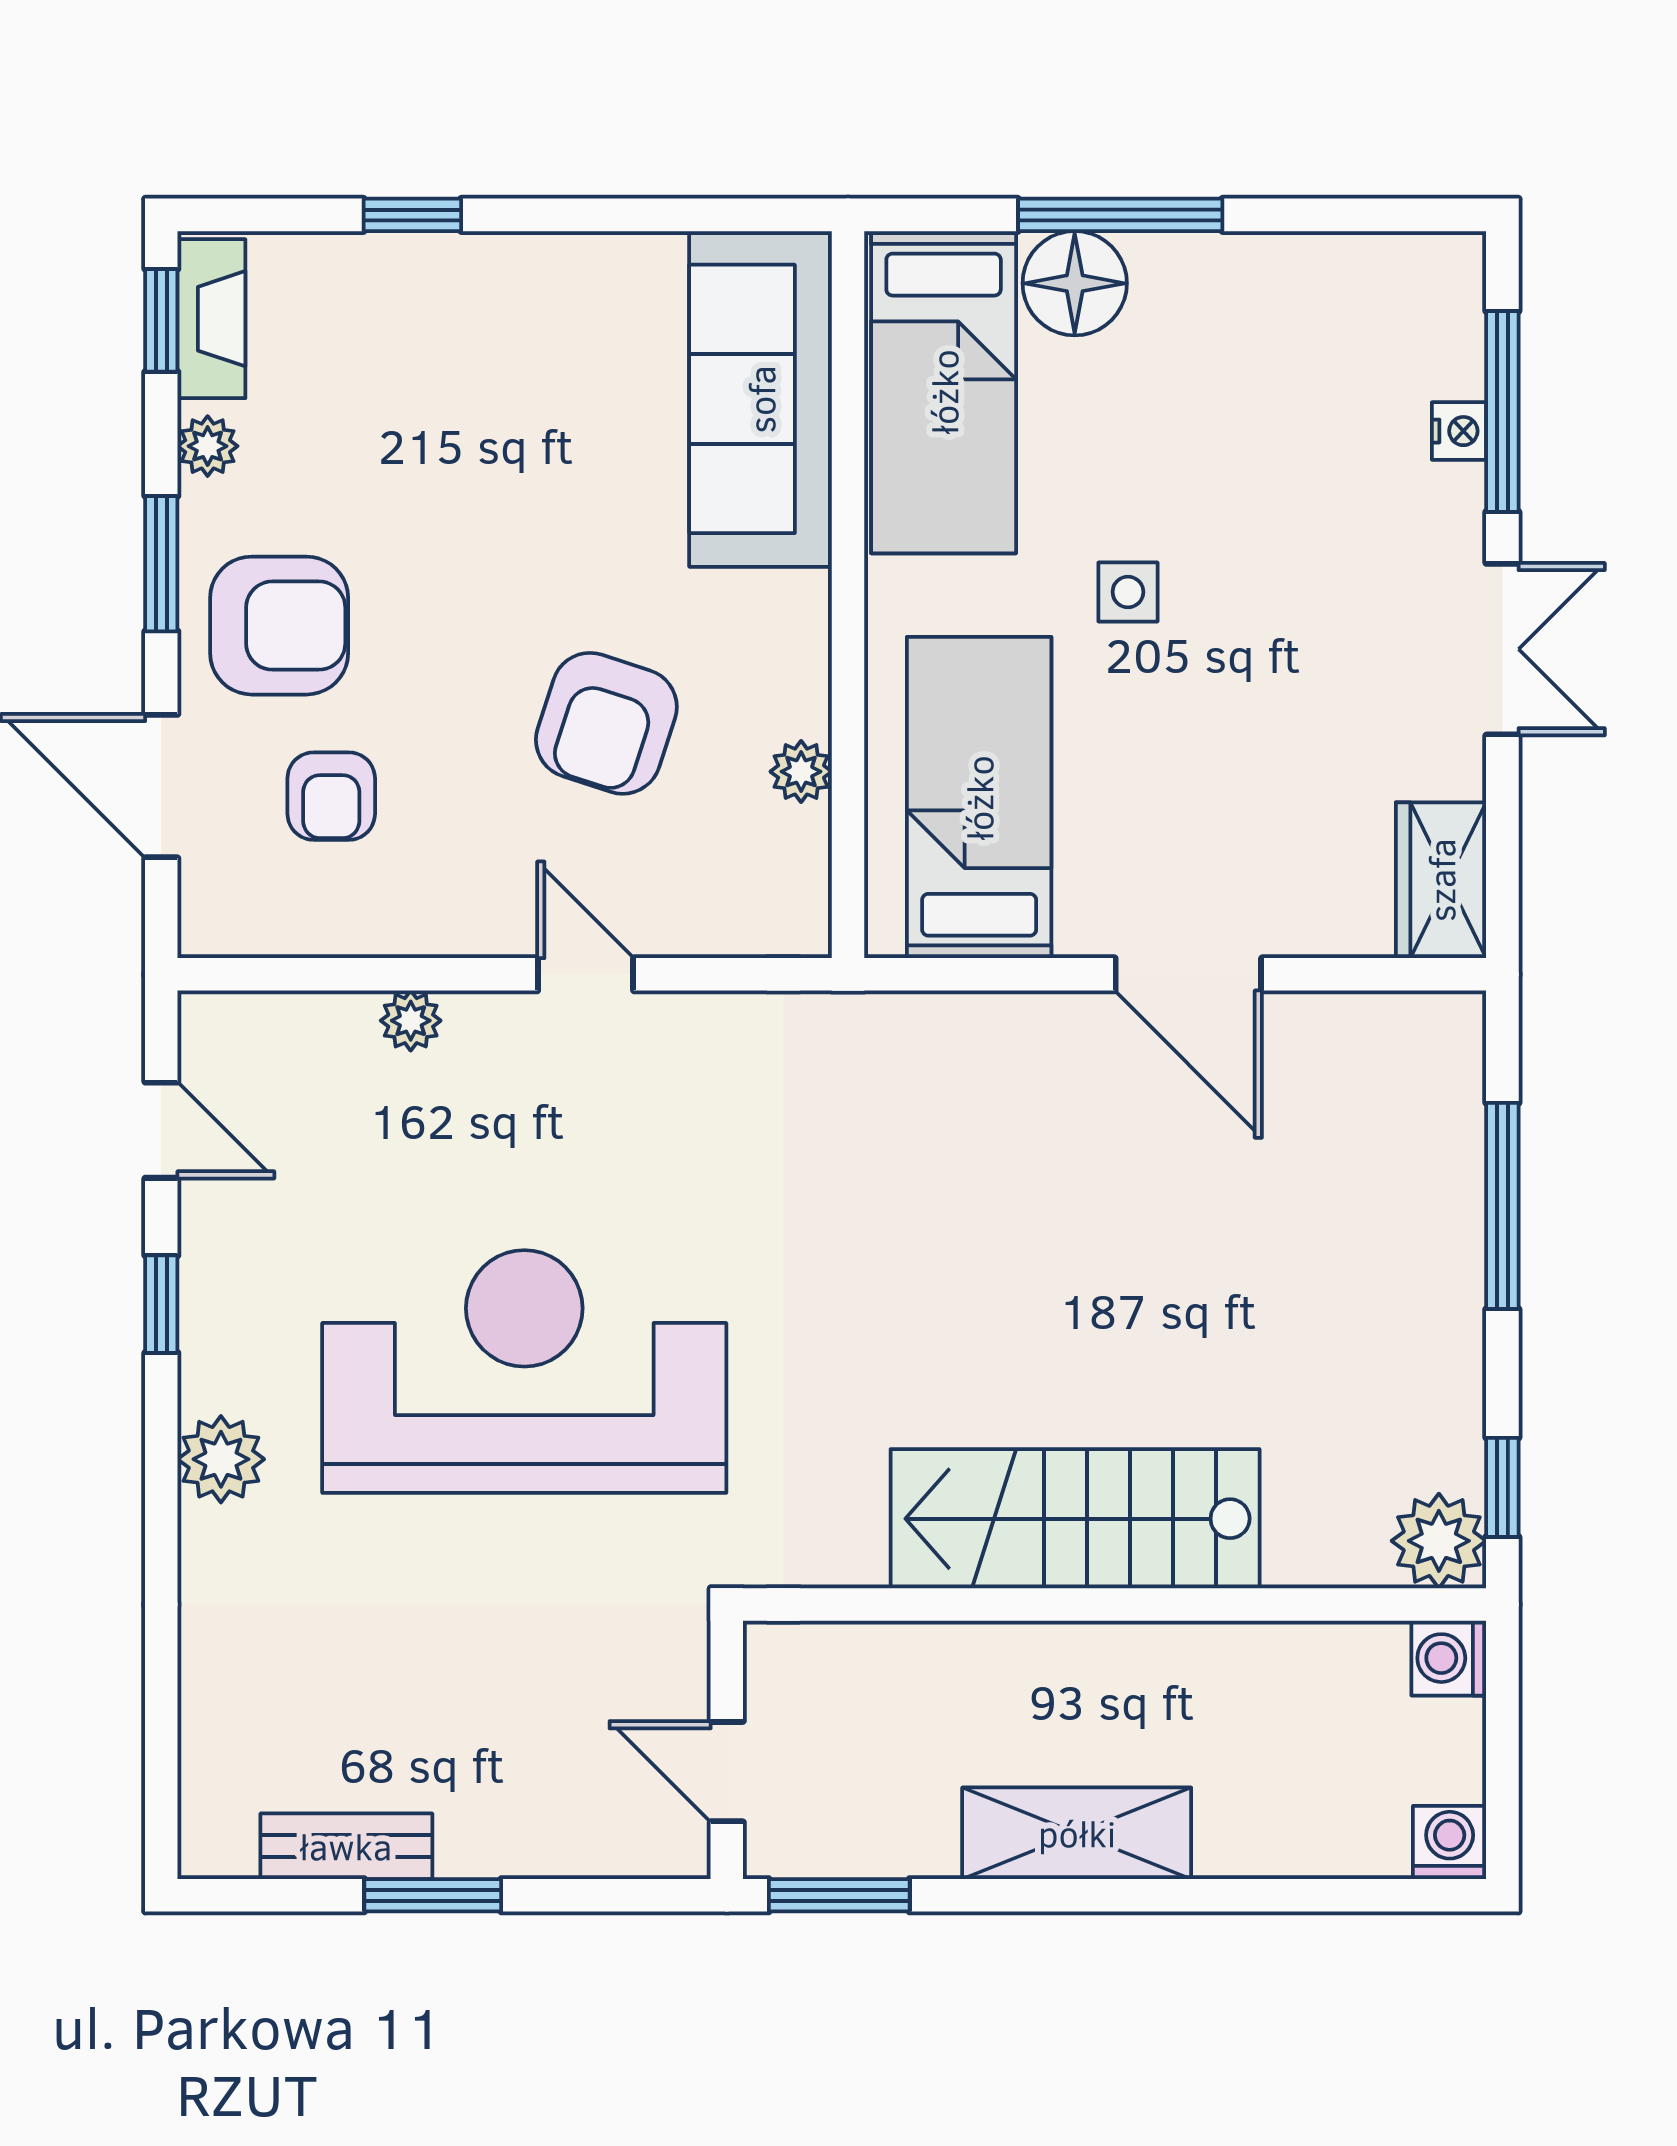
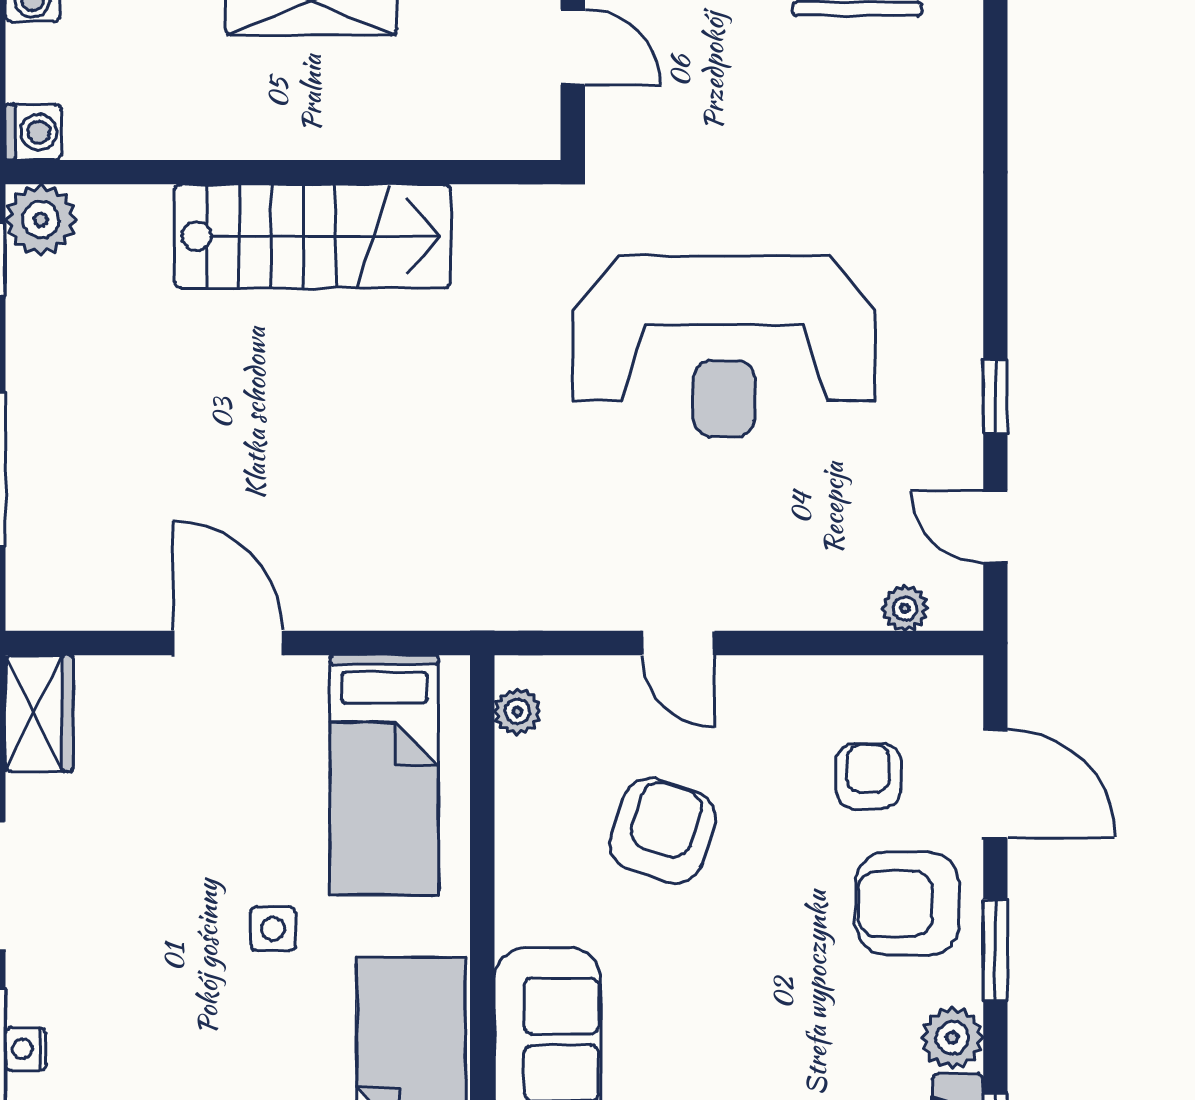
plant: (208, 446) -> (952, 1038), width x1.38, depth x1.38
plant: (801, 772) -> (517, 711), moved
plant: (411, 1021) -> (905, 608), moved
plant: (221, 1459) -> (951, 281), removed

